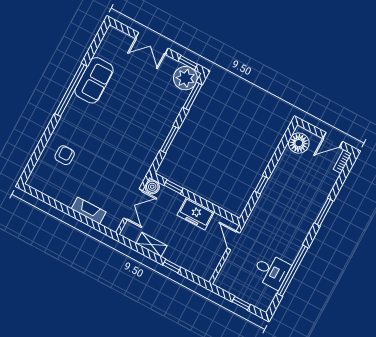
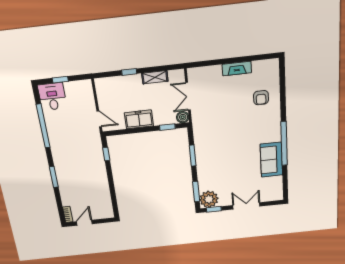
floor lamp: (299, 143) -> (104, 207), removed
window: (262, 185) -> (106, 154), moved
fireplace: (89, 210) -> (237, 69), moved
desk: (271, 271) -> (52, 97), moved, turned 90

